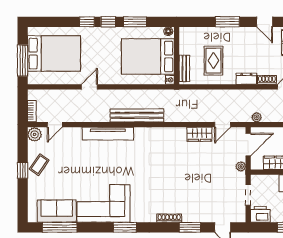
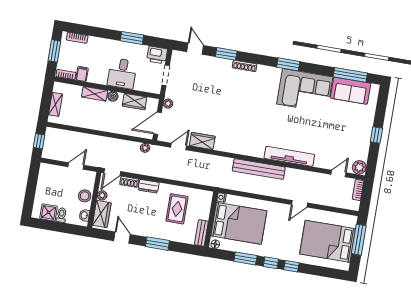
bench: (184, 68) -> (201, 233), moved
coffee table: (39, 165) -> (360, 138), removed

